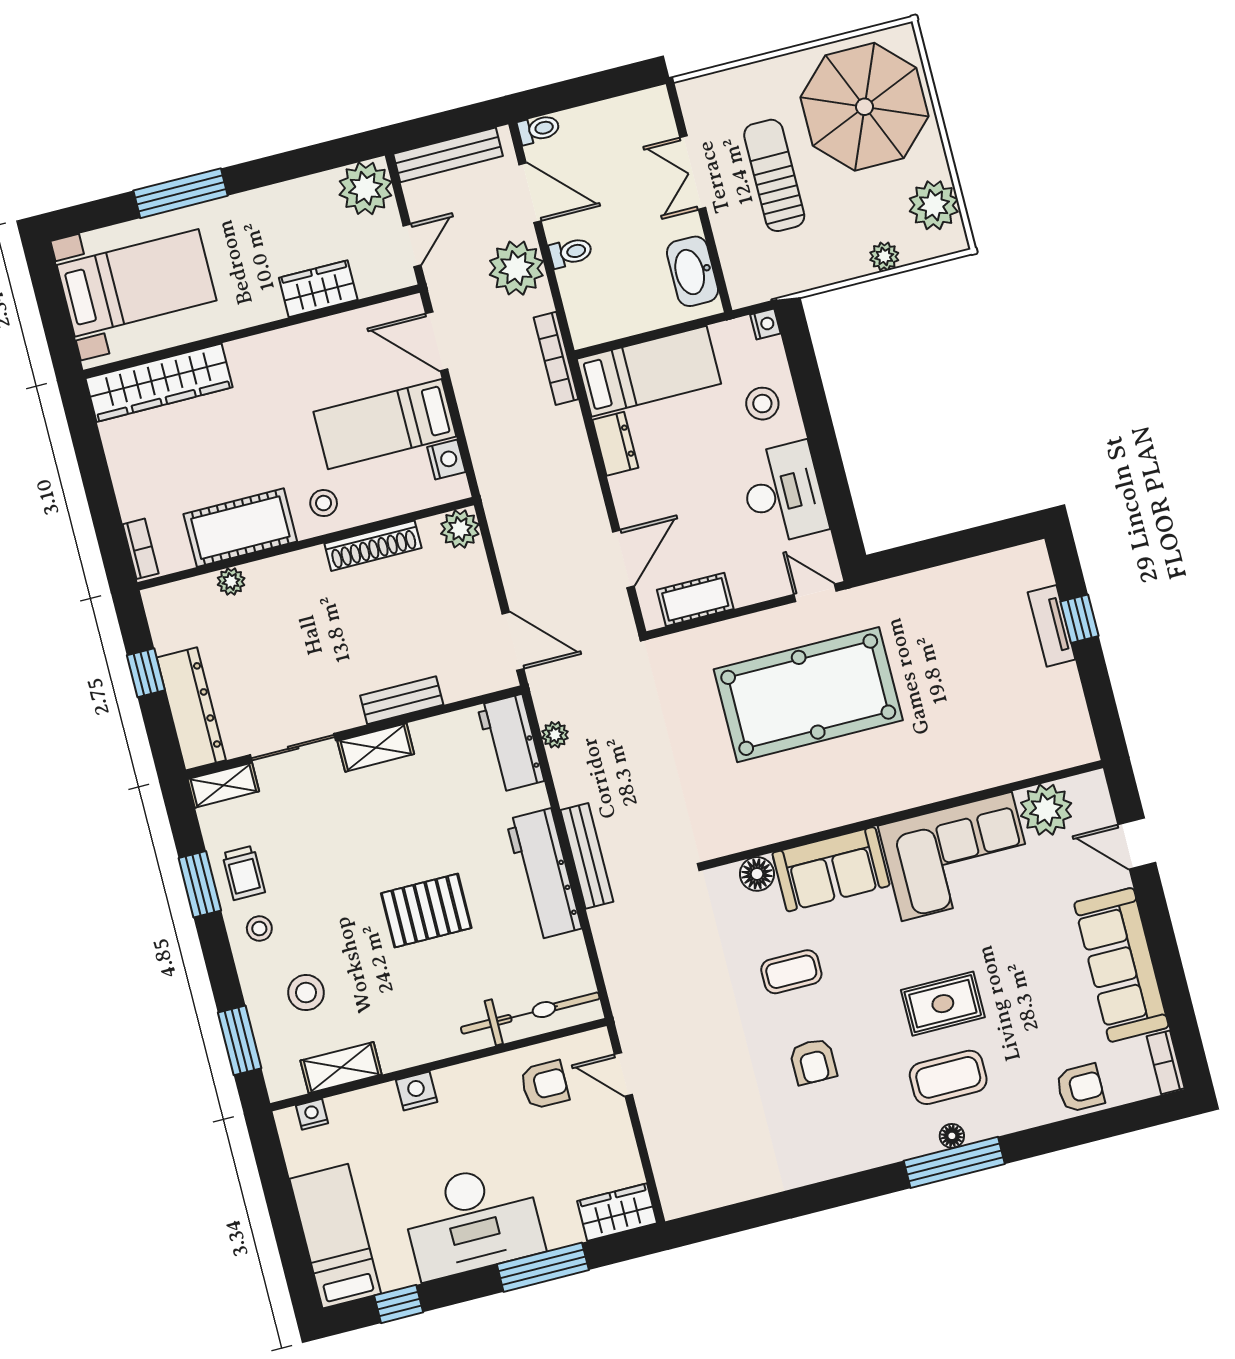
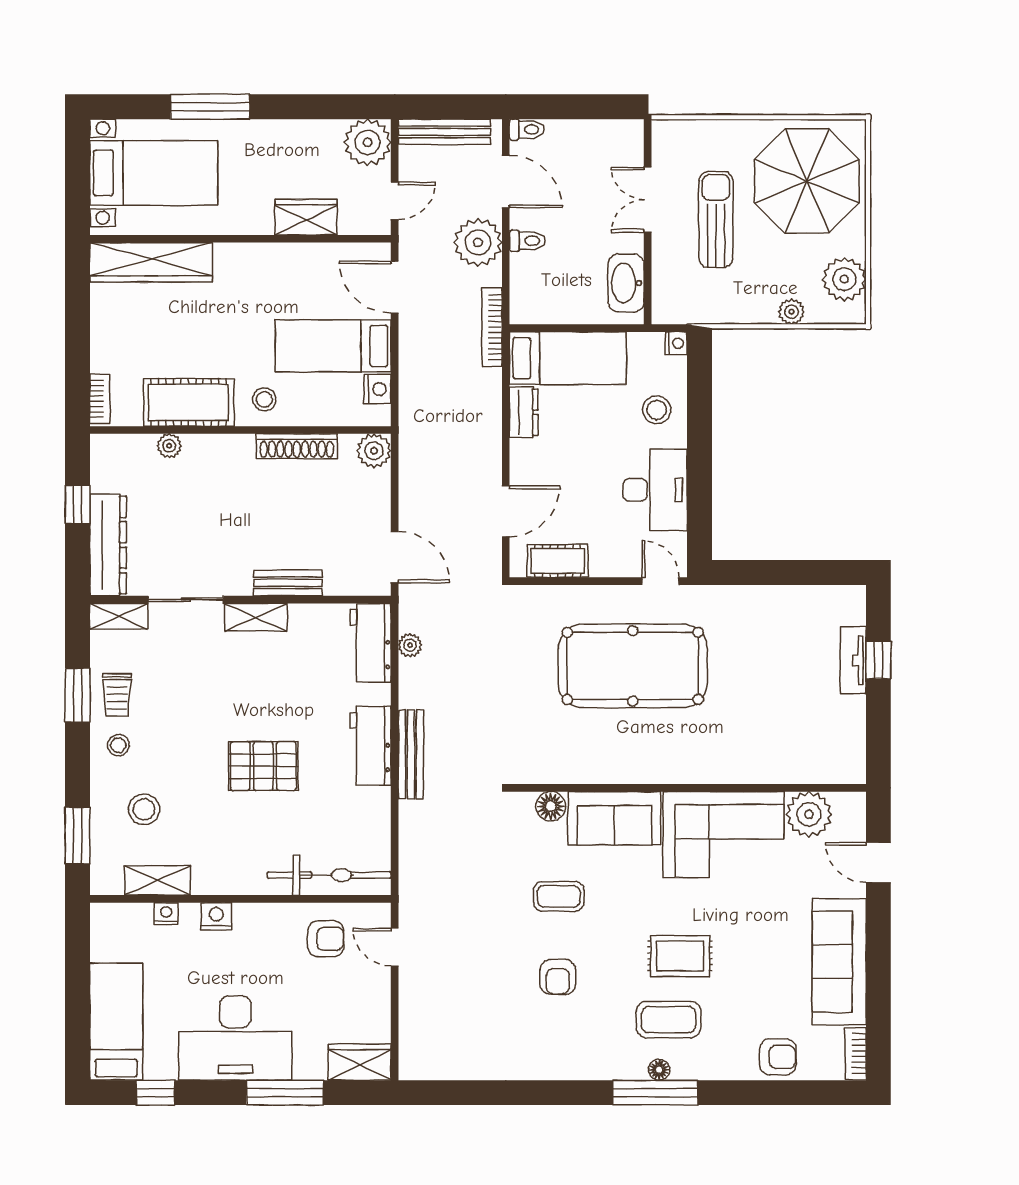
workbench: (544, 874) -> (371, 746), width x0.73
nightstand: (312, 1114) -> (166, 914), moved

